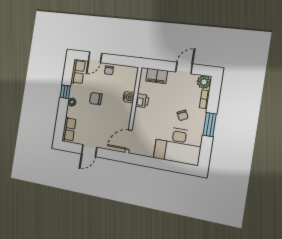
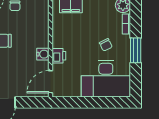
water cooler: (129, 97) -> (43, 54), moved
printer: (142, 101) -> (59, 56), moved

